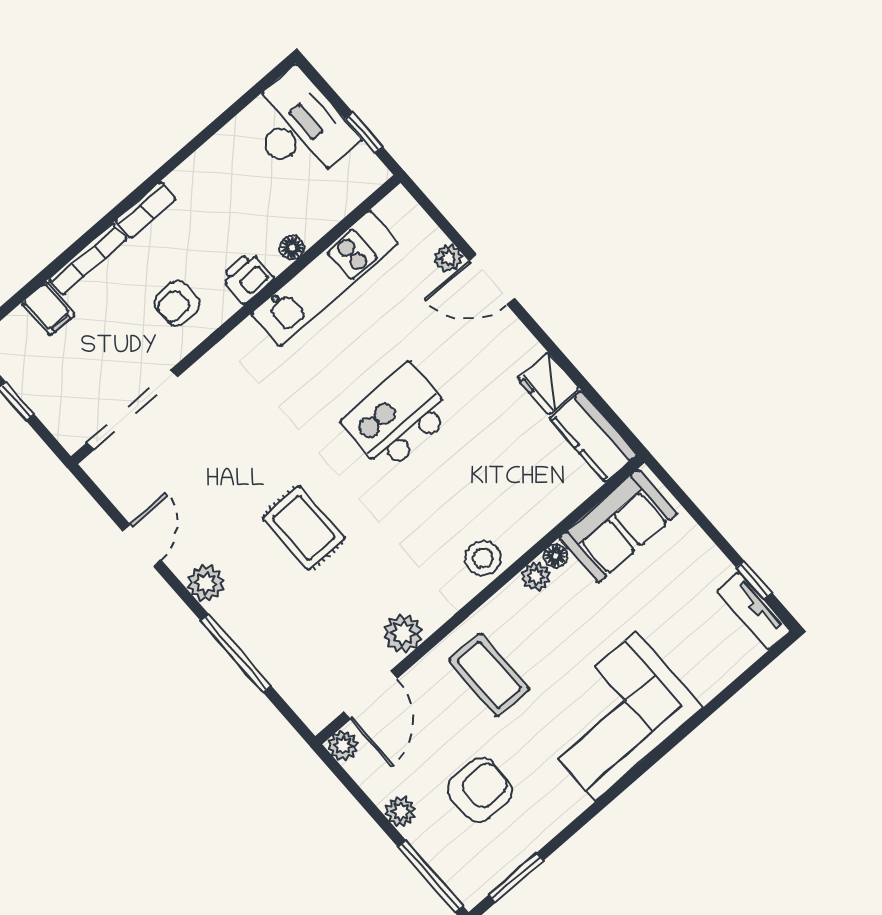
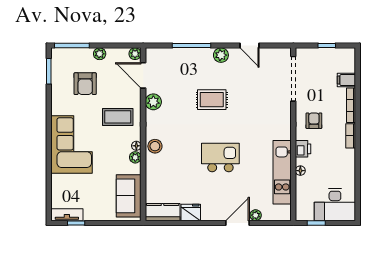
kitchen island: (398, 418) -> (220, 158), turned -90
floor lamp: (556, 556) -> (136, 146), moved

